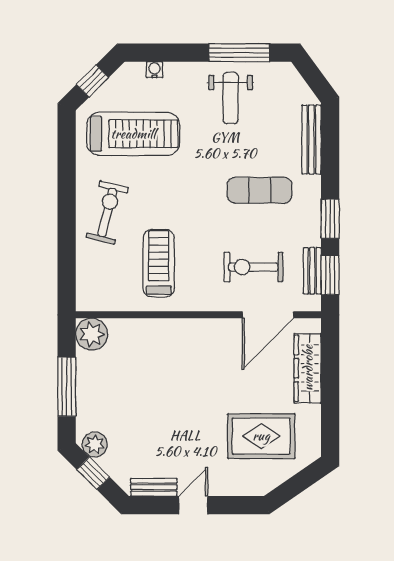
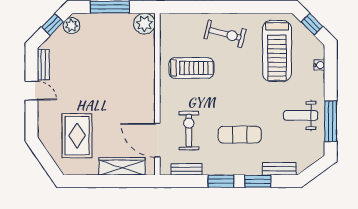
bench: (311, 140) -> (279, 169), width x0.73
exercise mat: (260, 190) -> (240, 135), turned 90
window: (330, 275) -> (258, 181), moved

